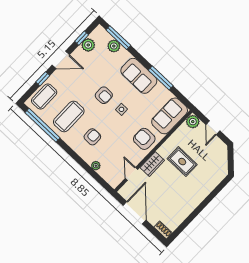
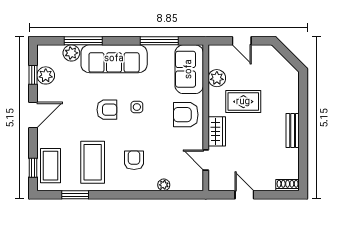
window: (118, 38) -> (83, 41), moved
sofa: (139, 76) -> (114, 59), width x1.36
window: (161, 78) -> (159, 41), moved
window: (43, 79) -> (33, 168), moved
plant: (193, 122) -> (217, 78), moved
window: (42, 125) -> (75, 195), width x0.47
bench: (194, 203) -> (293, 130), added
door: (135, 213) -> (244, 195), width x0.53

